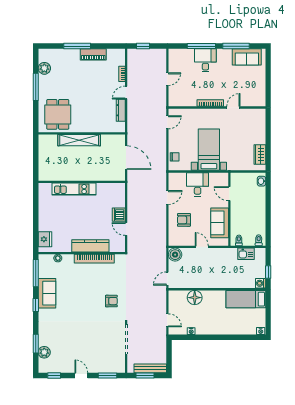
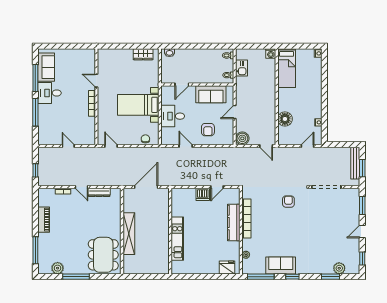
window: (77, 46) -> (35, 250), moved
desk: (205, 60) -> (50, 93), moved
dining table: (58, 114) -> (103, 255), width x1.38
window: (268, 272) -> (260, 46), removed

